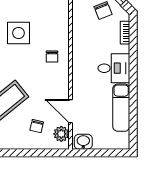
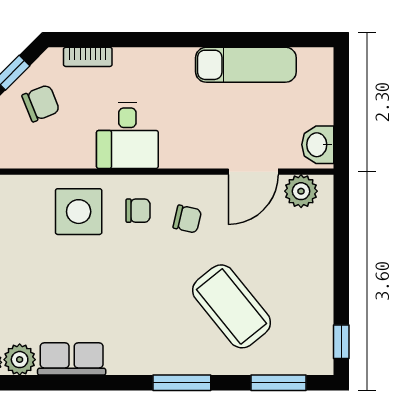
side table: (18, 33) -> (79, 212), moved
desk: (114, 68) -> (127, 136), moved, turned 180
chair: (37, 126) -> (187, 219), moved

